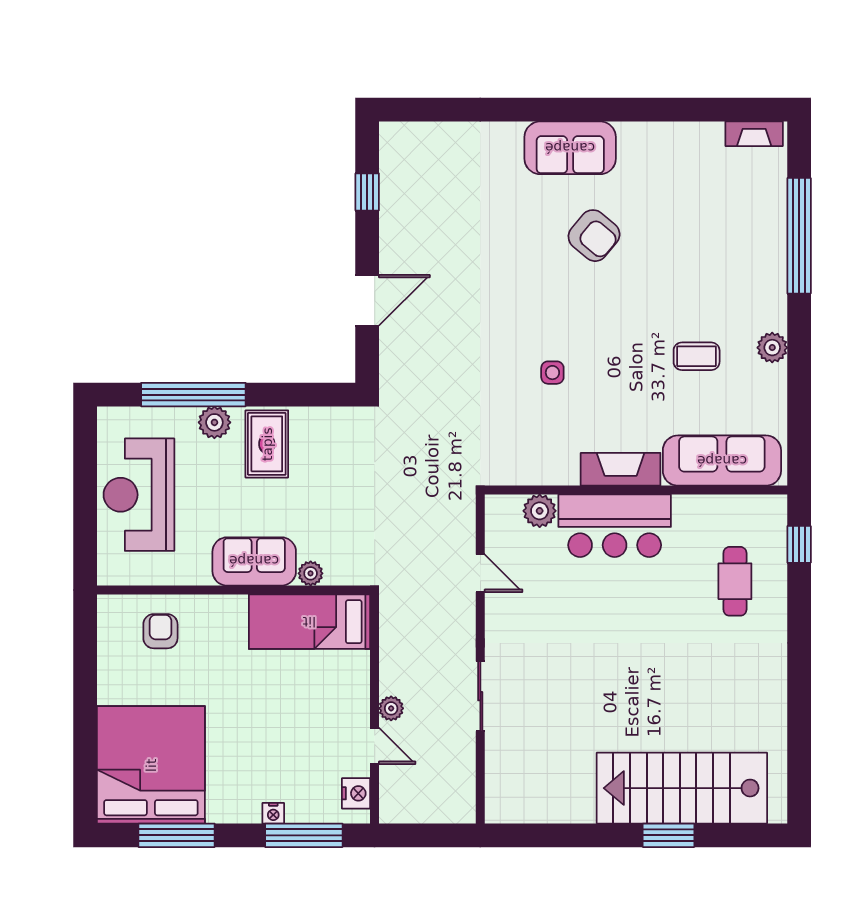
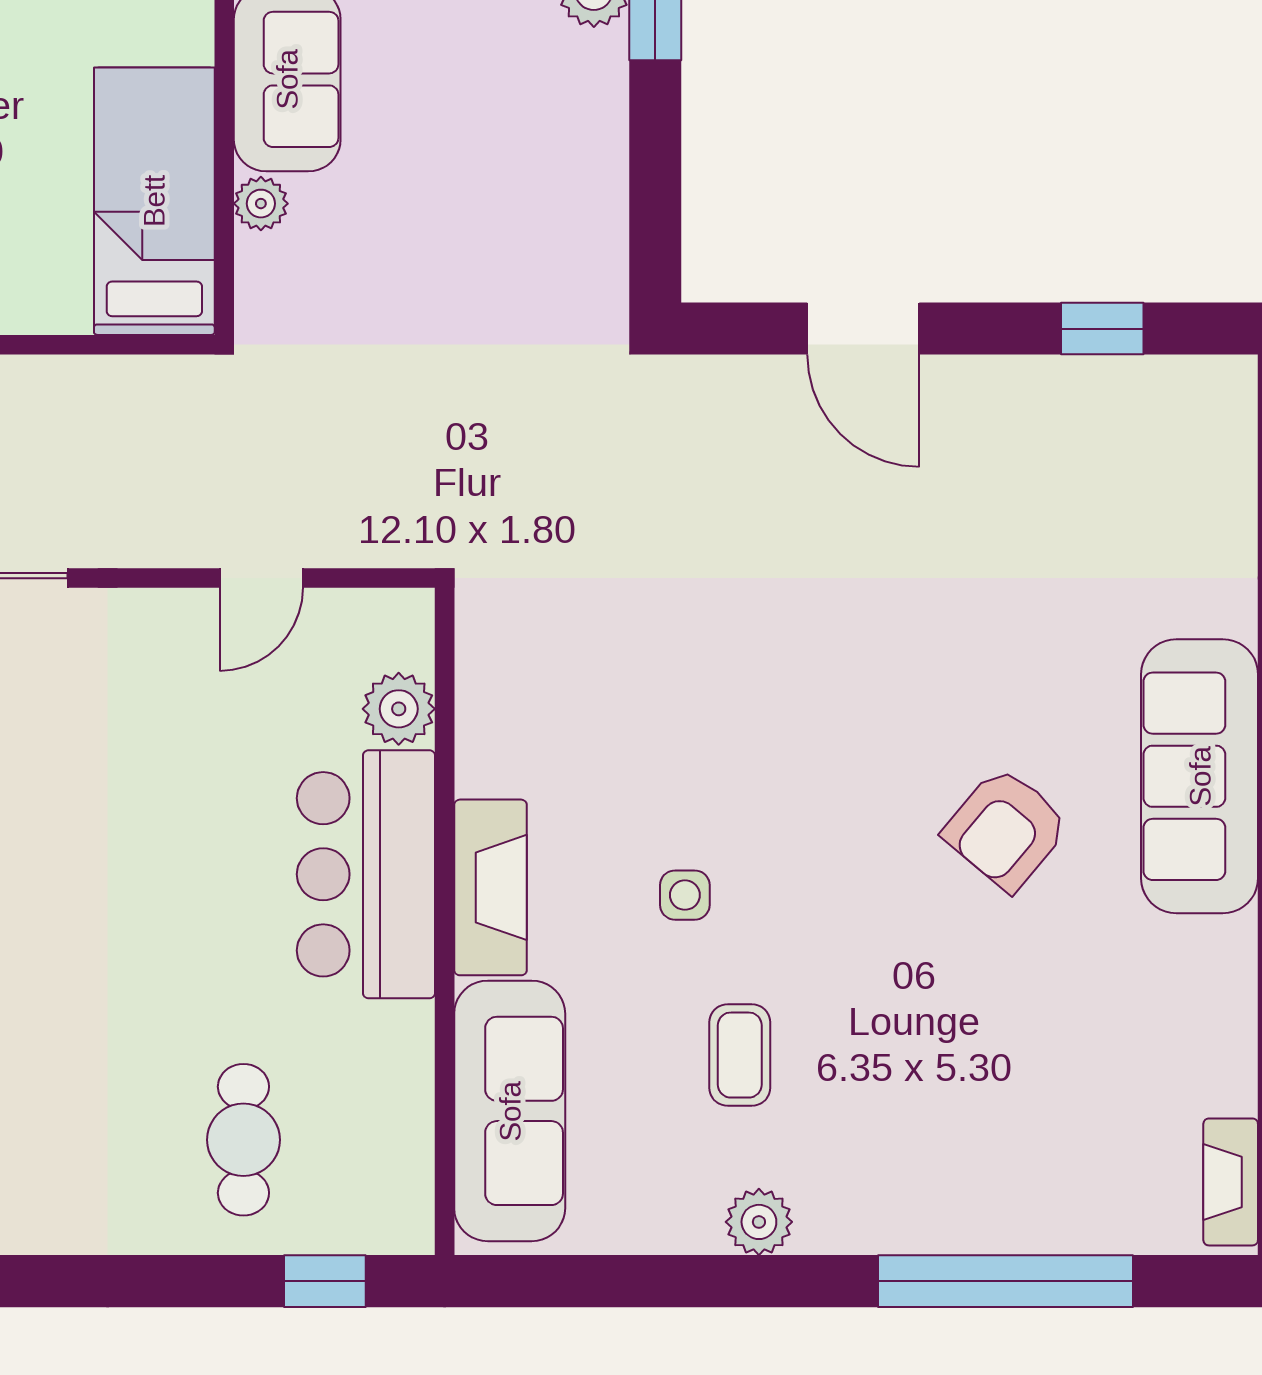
sofa: (570, 148) -> (1200, 776), width x1.36
side table: (552, 373) -> (685, 895), moved
rug: (267, 444) -> (546, 107), removed
cafe table: (735, 581) -> (243, 1140), turned 90

